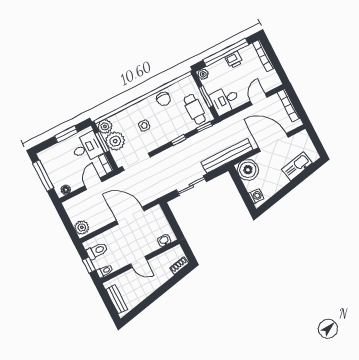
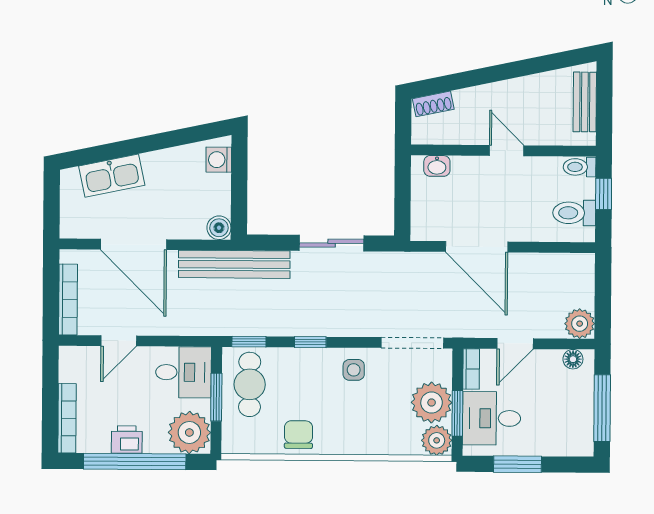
plant: (203, 74) -> (189, 432), width x1.88, depth x1.88
side table: (144, 126) -> (354, 370), moved
boiler: (248, 170) -> (219, 228), width x0.54, depth x0.54
plant: (82, 227) -> (580, 324), moved

